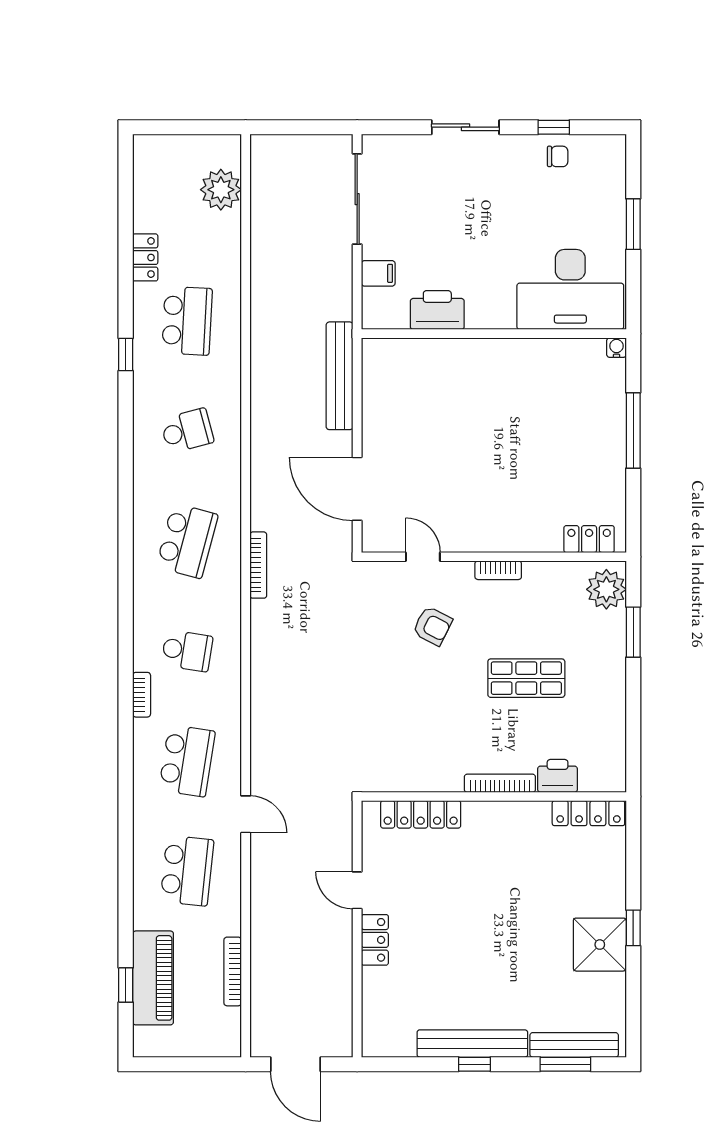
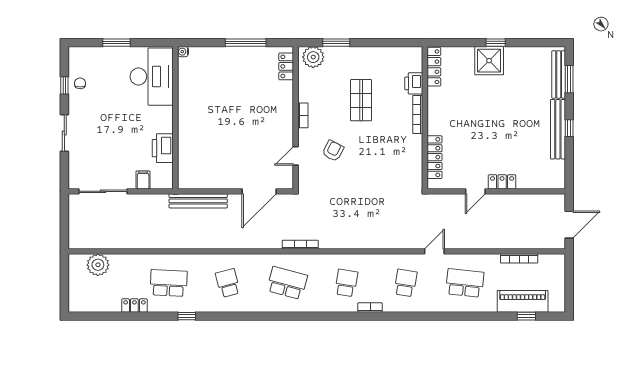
window: (633, 431) -> (246, 43), moved
school desk: (187, 761) -> (406, 283), width x0.54
shower: (600, 945) -> (489, 61), moved

